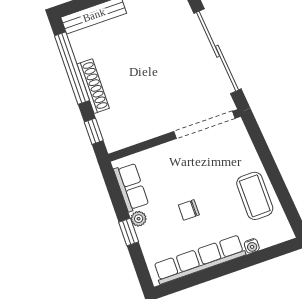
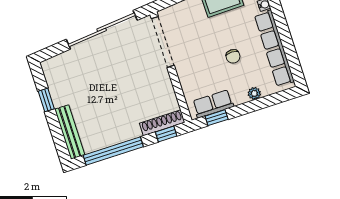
shoe rack: (93, 86) -> (162, 123), moved
plant: (139, 219) -> (254, 93), moved
window: (129, 232) -> (217, 118), moved

